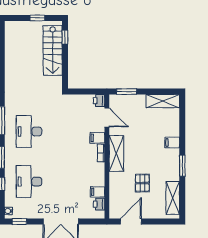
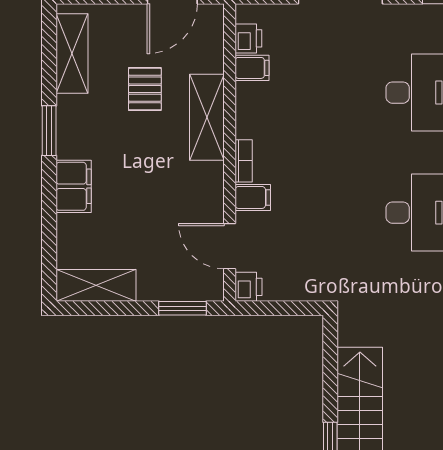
filing cabinet: (172, 142) -> (74, 186), width x2.00
shelving: (116, 153) -> (207, 117), moved

